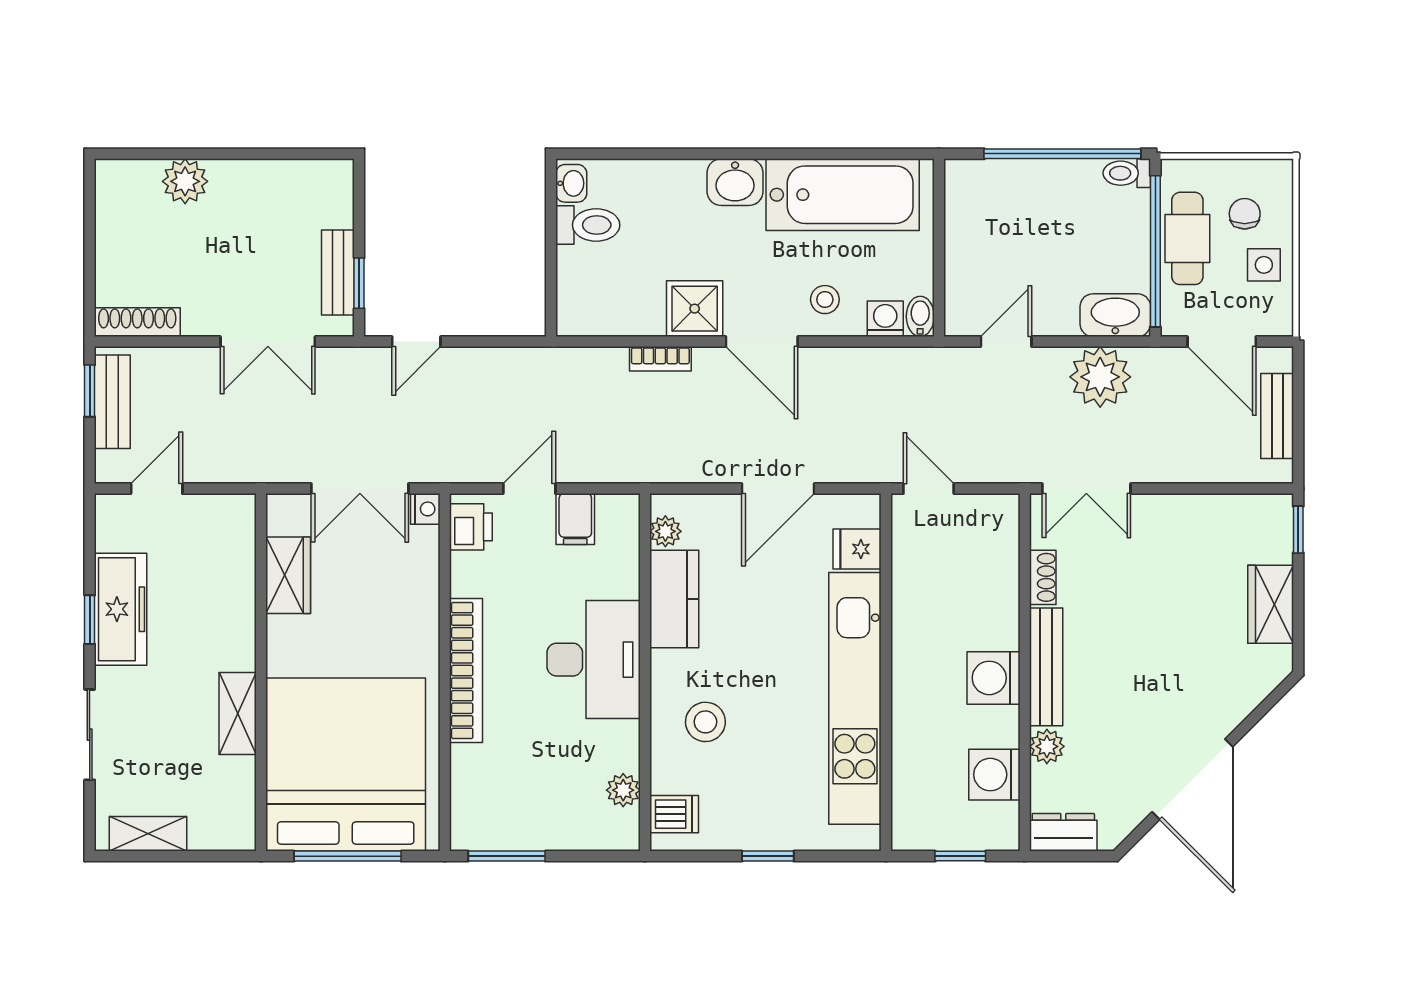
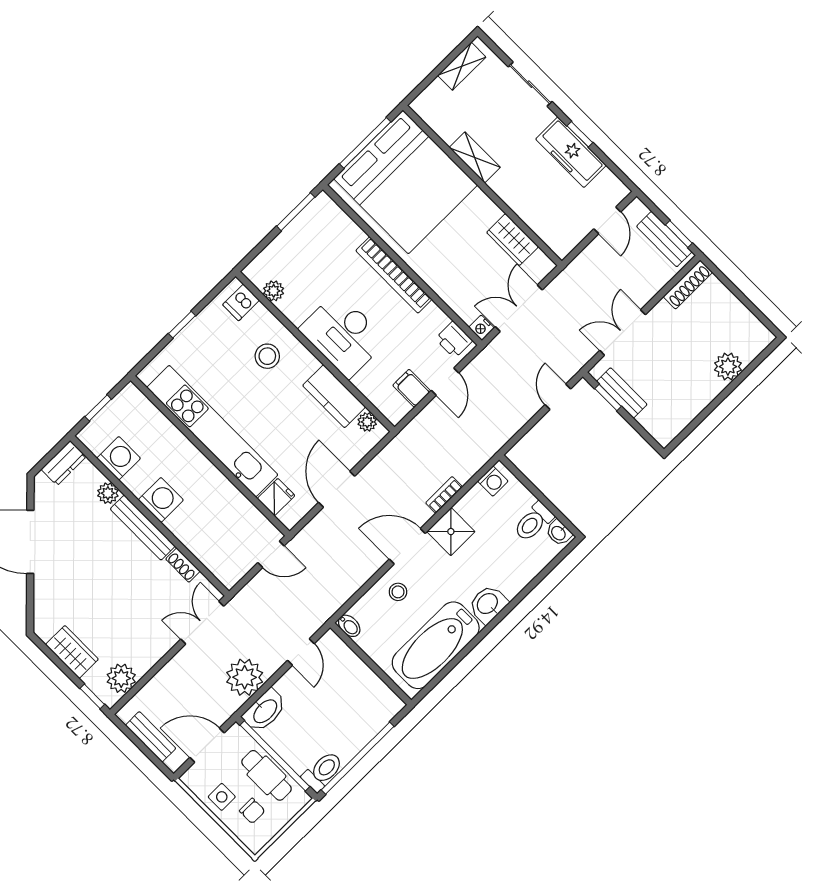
toilet: (1127, 173) -> (323, 771), width x1.37, depth x1.39
washing machine: (885, 319) -> (493, 481), moved
plant: (1244, 517) -> (121, 678), added

